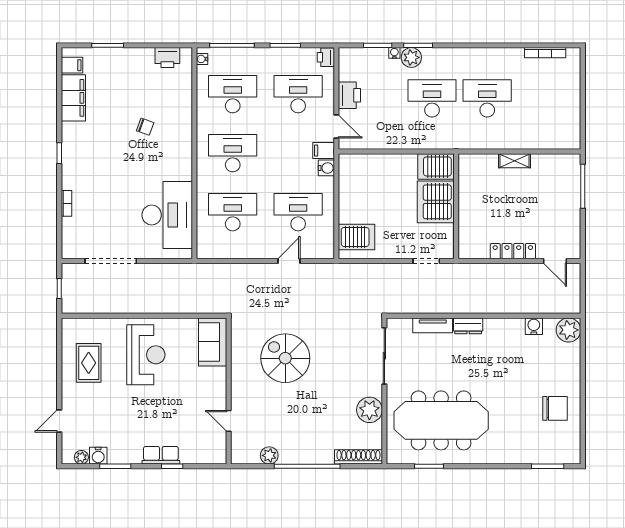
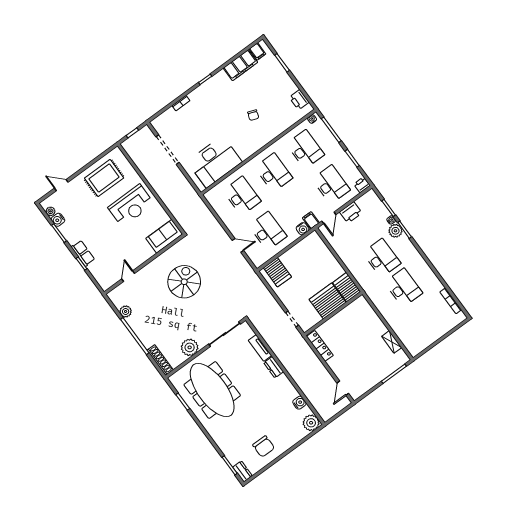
shelving: (514, 161) -> (392, 342), moved
locker: (513, 251) -> (320, 346), moved
rug: (89, 363) -> (104, 178), width x1.36, depth x1.43
dresser: (566, 456) -> (242, 471), added

